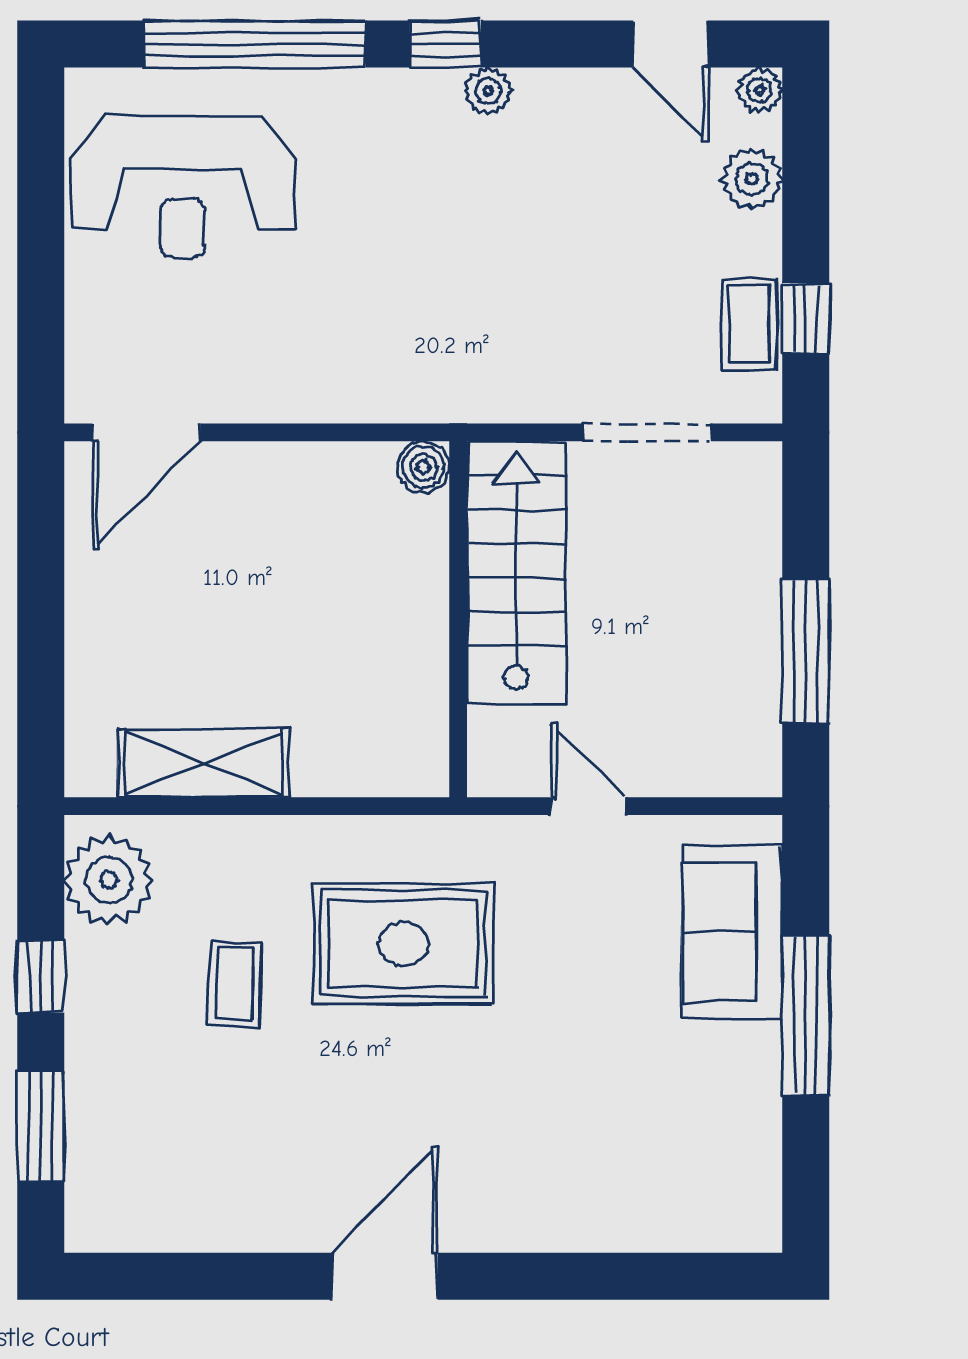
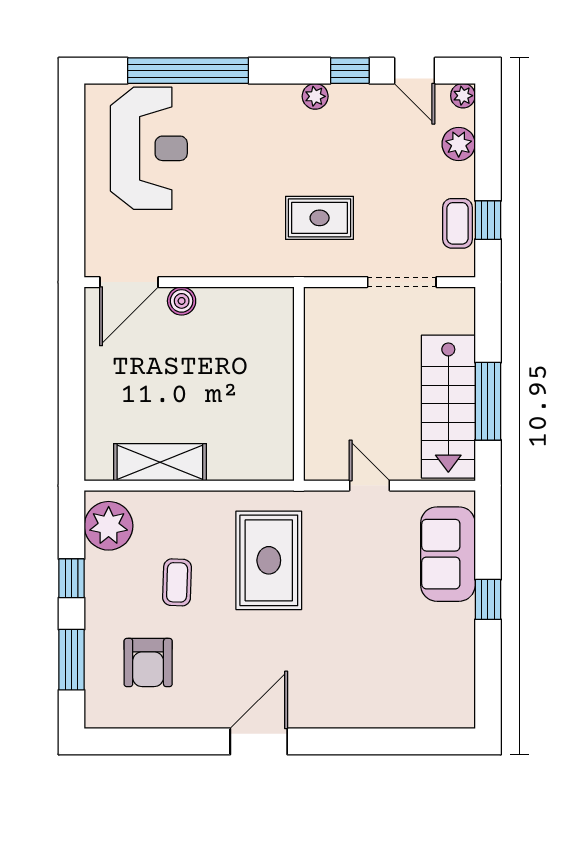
window: (445, 44) -> (350, 71), moved
reception desk: (183, 187) -> (149, 148), turned -90
rug: (496, 315) -> (320, 218), added
boiler: (424, 467) -> (182, 301), moved
stairs: (516, 572) -> (448, 407), moved, turned 180
rug: (403, 944) -> (269, 560), turned 90
window: (806, 1015) -> (488, 599), width x0.46
armchair: (181, 1131) -> (148, 663), added

